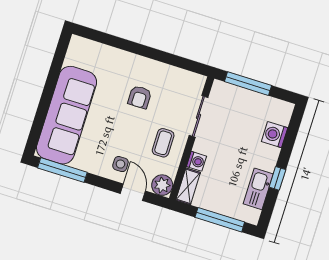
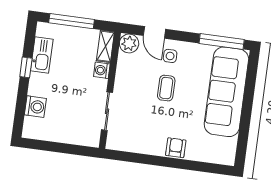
window: (248, 84) -> (67, 149), removed
armchair: (140, 97) -> (176, 148), moved
coffee table: (163, 143) -> (166, 88), moved

